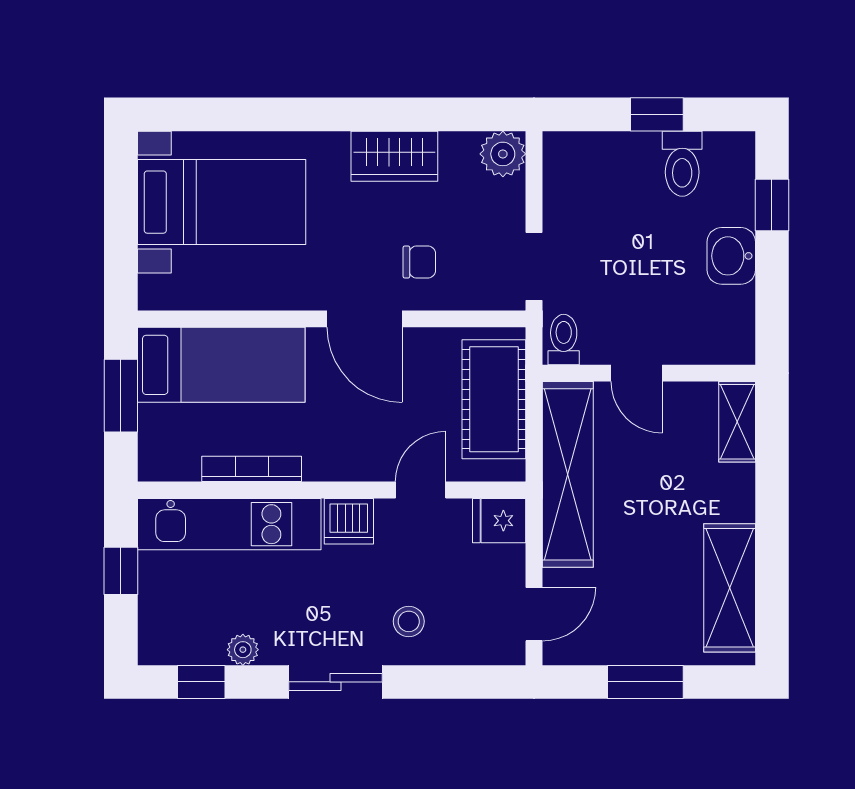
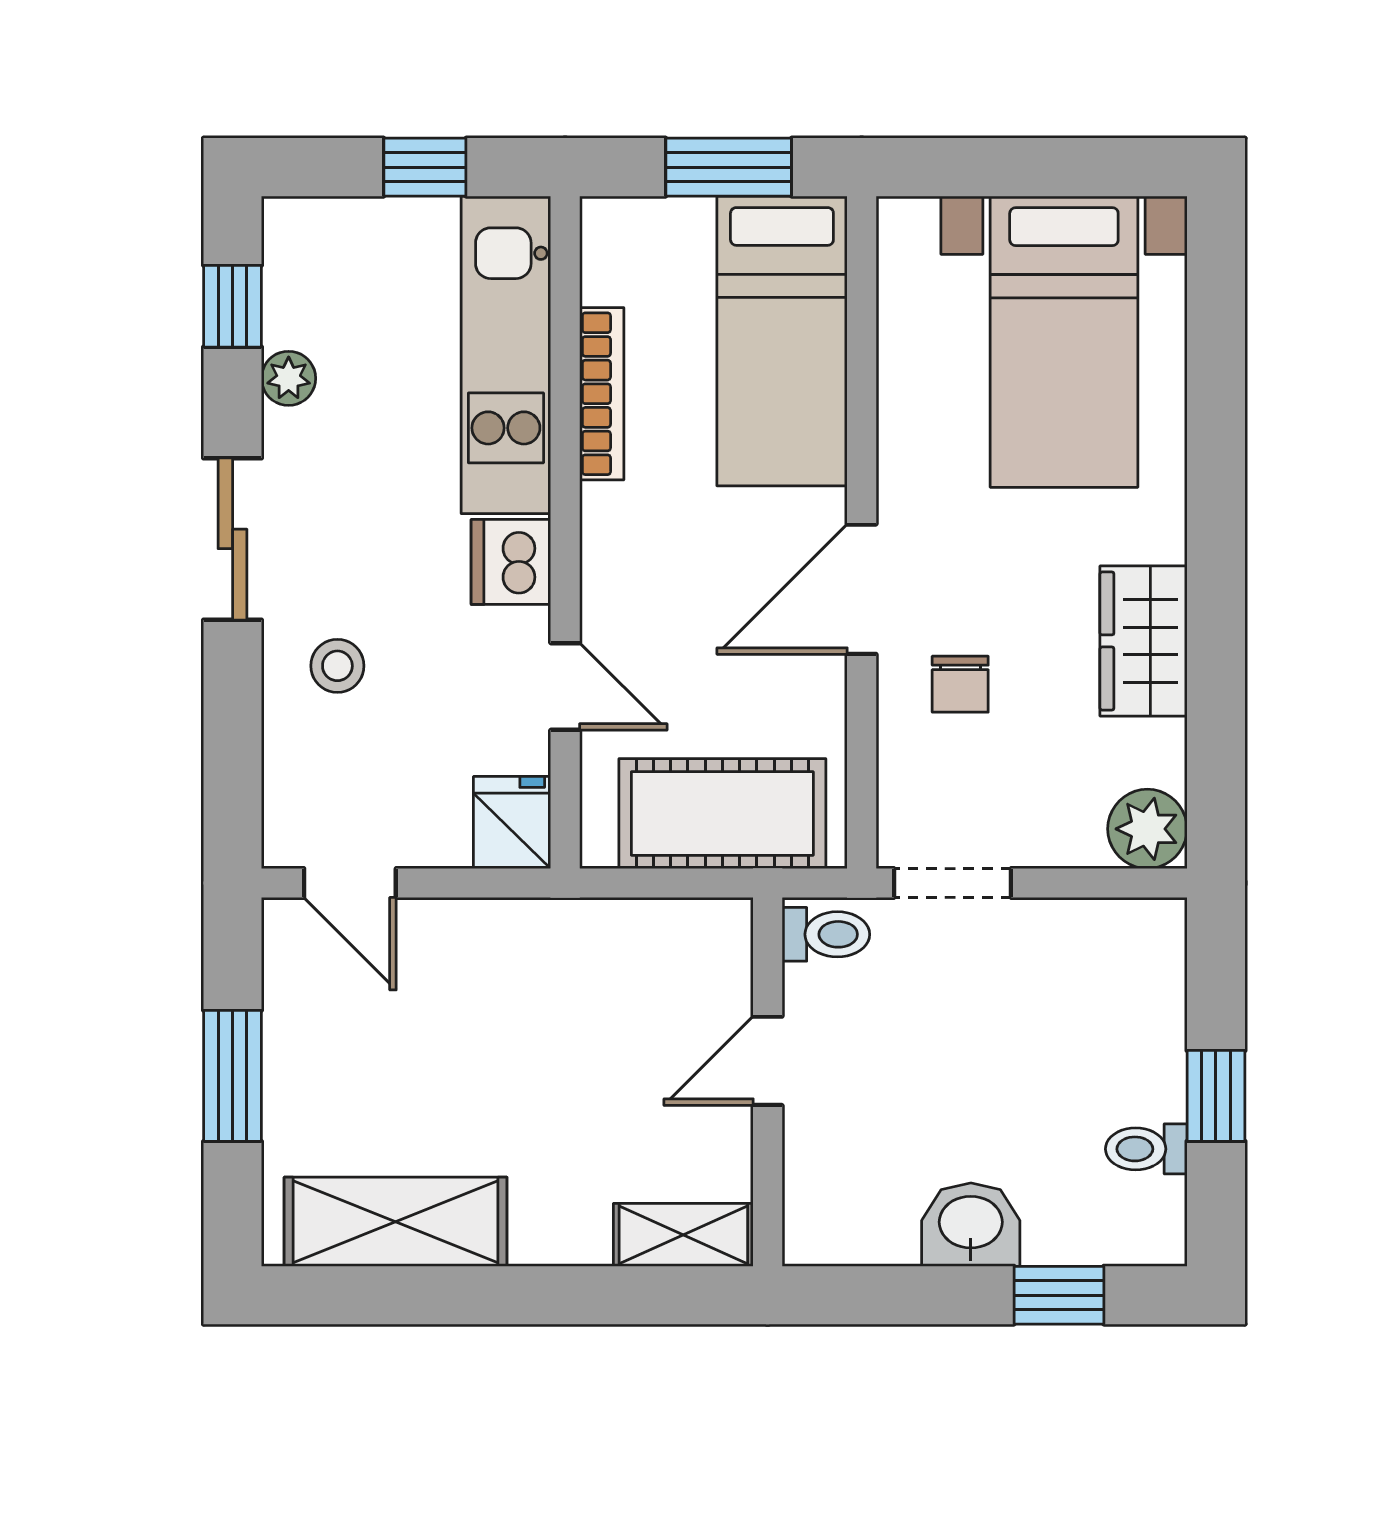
toilet: (682, 164) -> (1146, 1149), width x0.73, depth x0.72
shelving: (568, 474) -> (592, 941), removed

